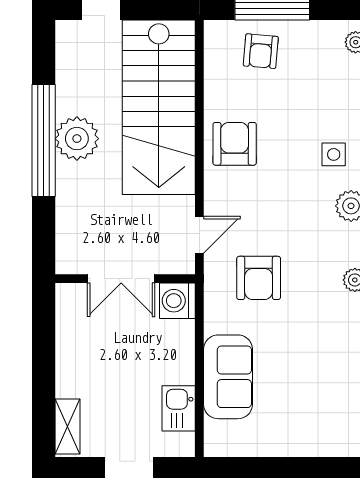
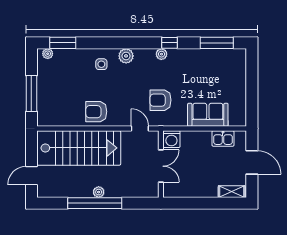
armchair: (261, 51) -> (52, 99), removed
plant: (77, 139) -> (99, 192), width x0.53, depth x0.53
armchair: (259, 278) -> (161, 100), turned 180

